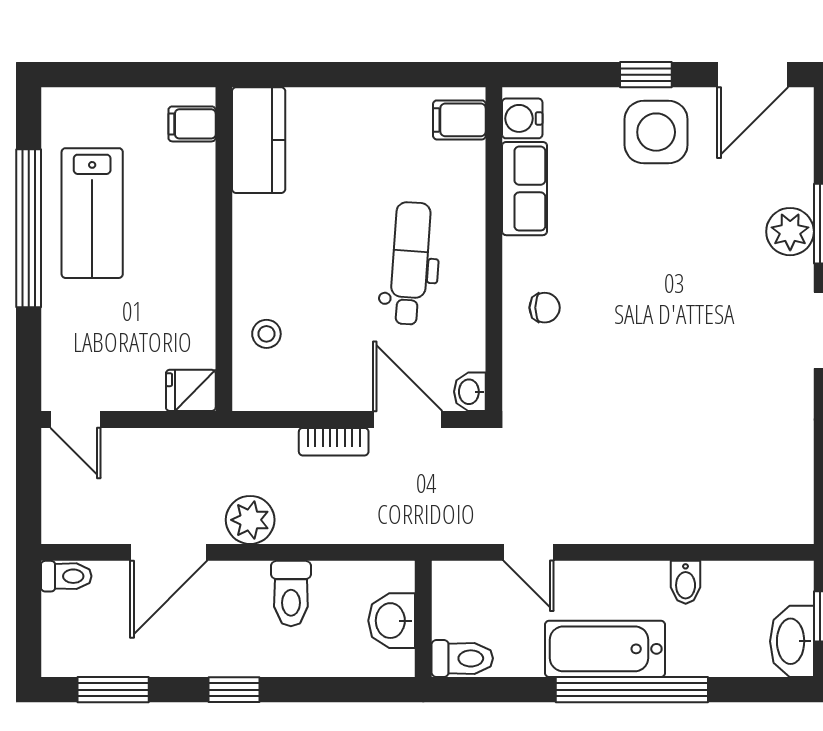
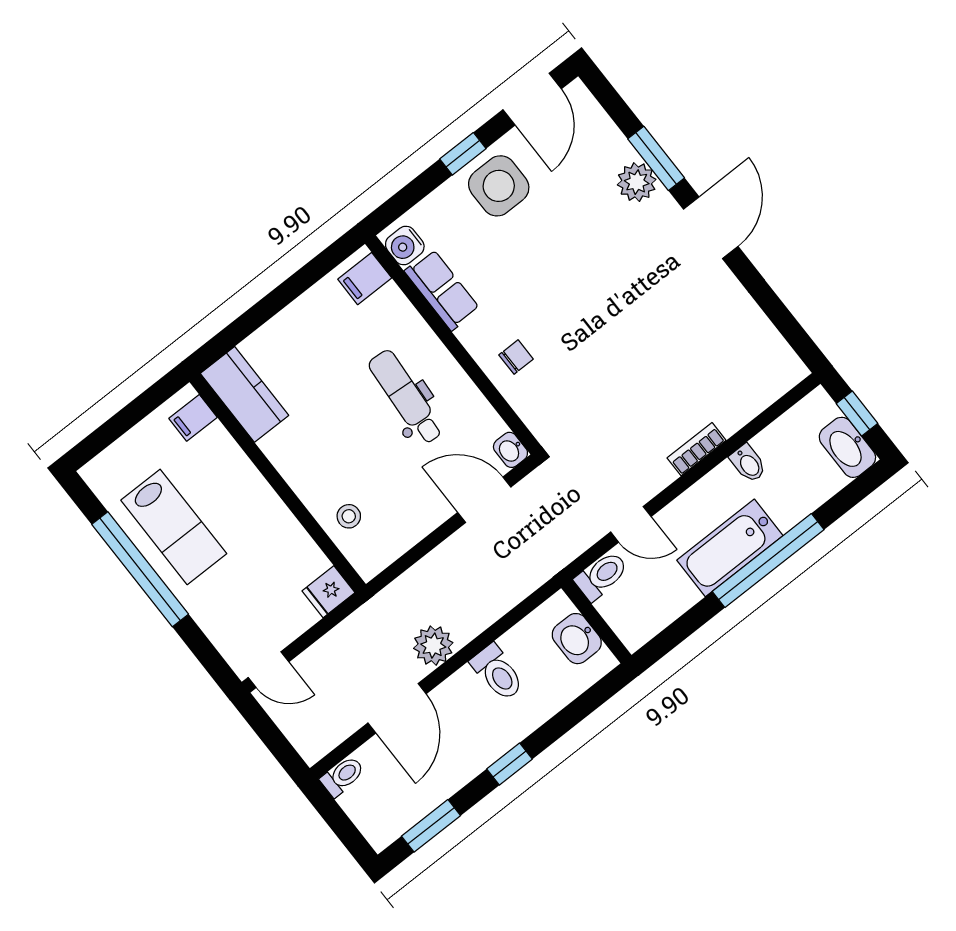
bookcase: (334, 442) -> (697, 449), moved, turned 180
toilet: (462, 658) -> (602, 576), moved

